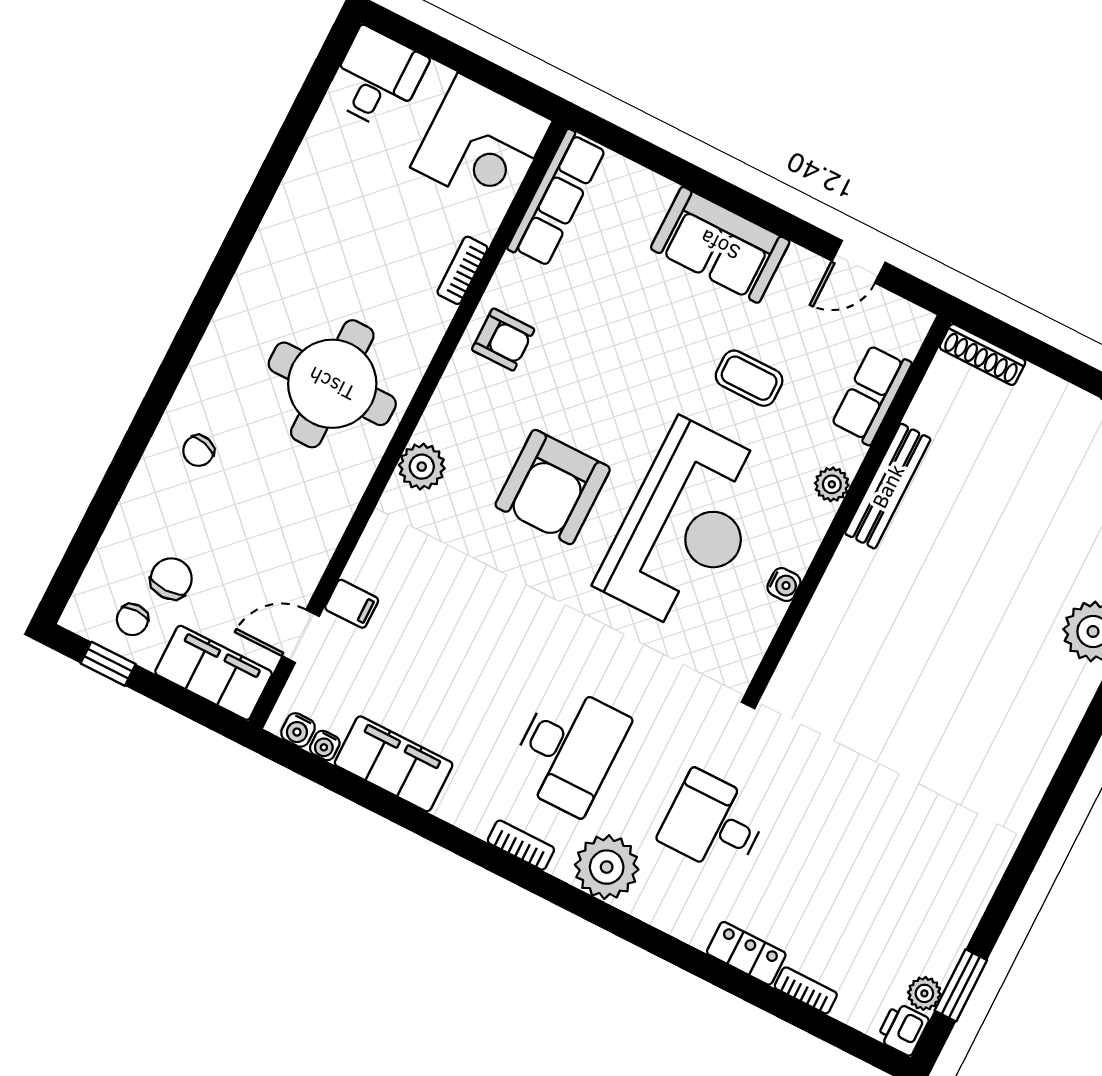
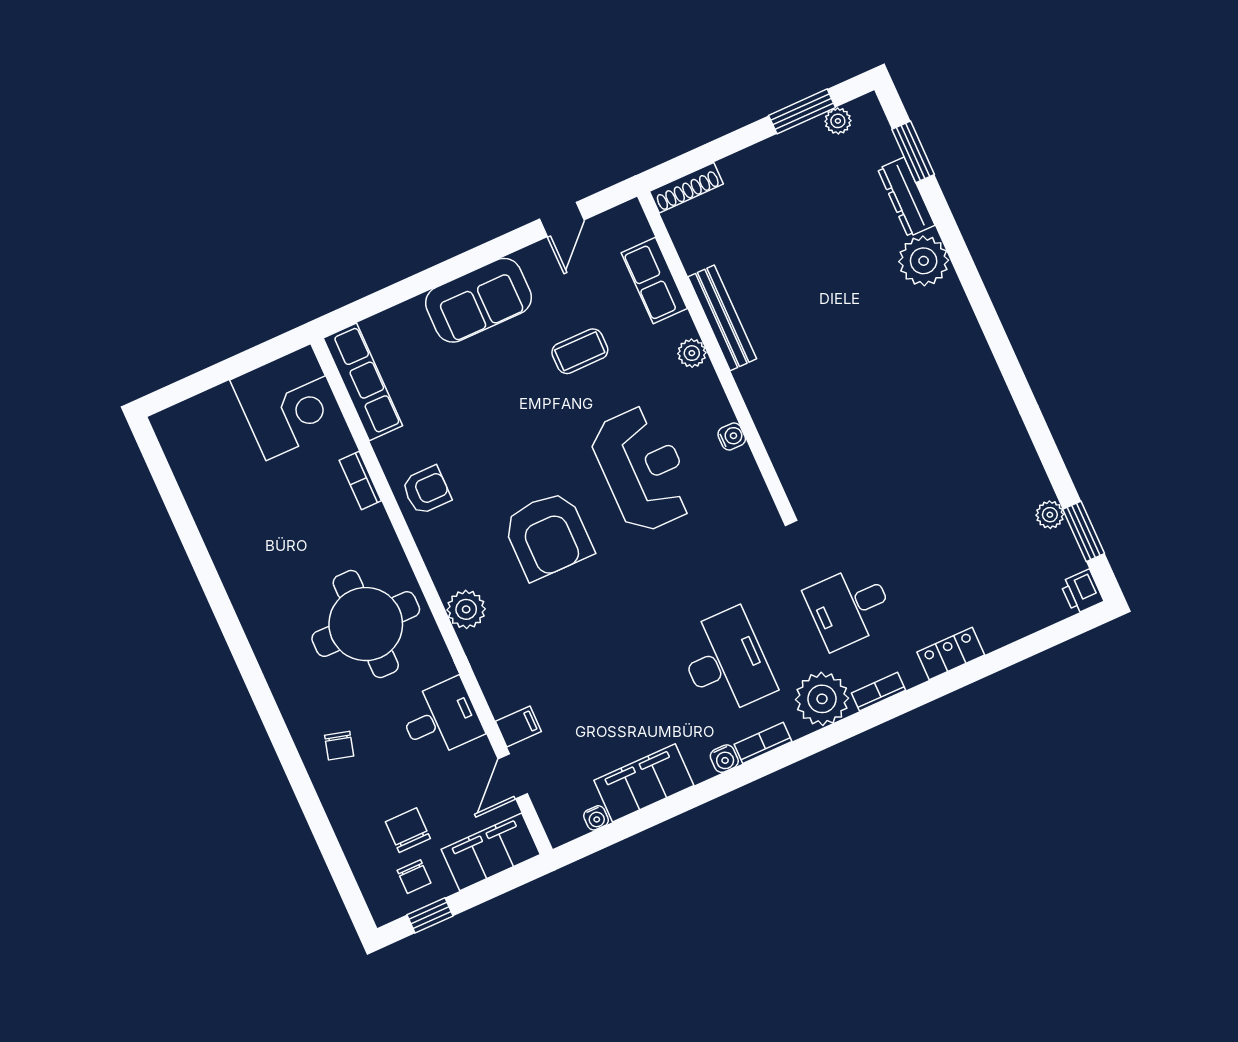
desk: (377, 78) -> (441, 718), moved, turned 90
reception desk: (686, 526) -> (643, 469), width x0.74, depth x0.77
water cooler: (298, 730) -> (724, 759), moved
bookcase: (806, 990) -> (879, 692), moved
plant: (924, 993) -> (1050, 515), moved

